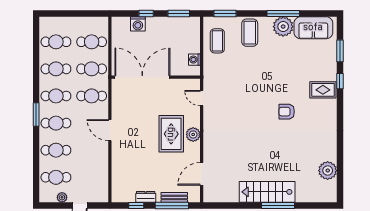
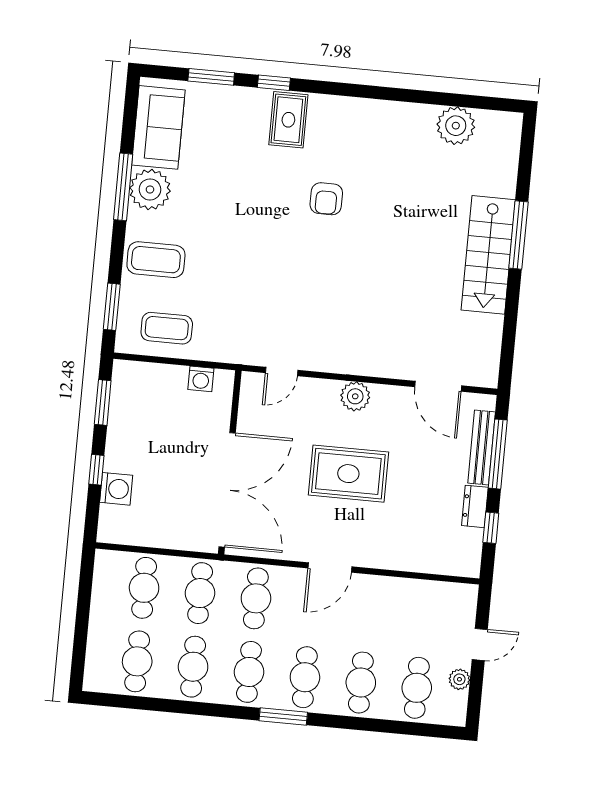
double door: (142, 77) -> (227, 490), swing flipped
rug: (171, 134) -> (348, 474), moved
bench: (174, 197) -> (482, 448), width x1.36

